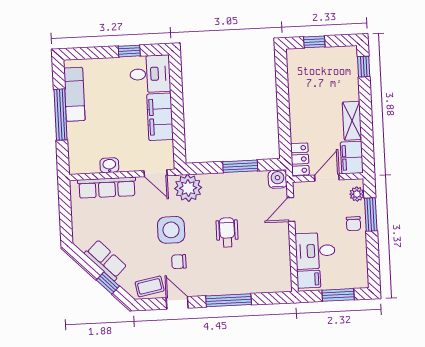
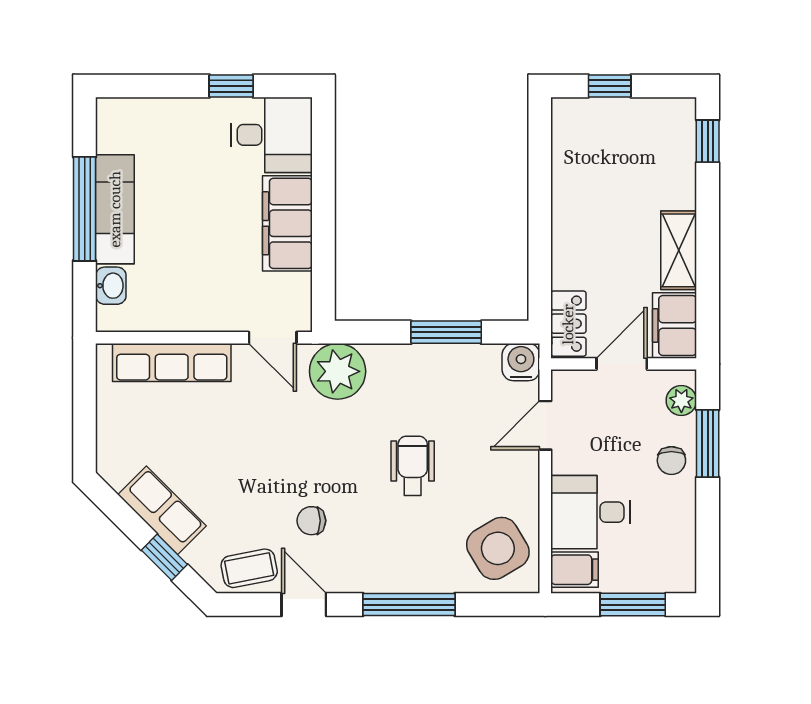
exam couch: (74, 94) -> (115, 209), moved
washbasin: (109, 165) -> (111, 286), moved, turned 90
side table: (171, 230) -> (498, 548), moved, turned -31

